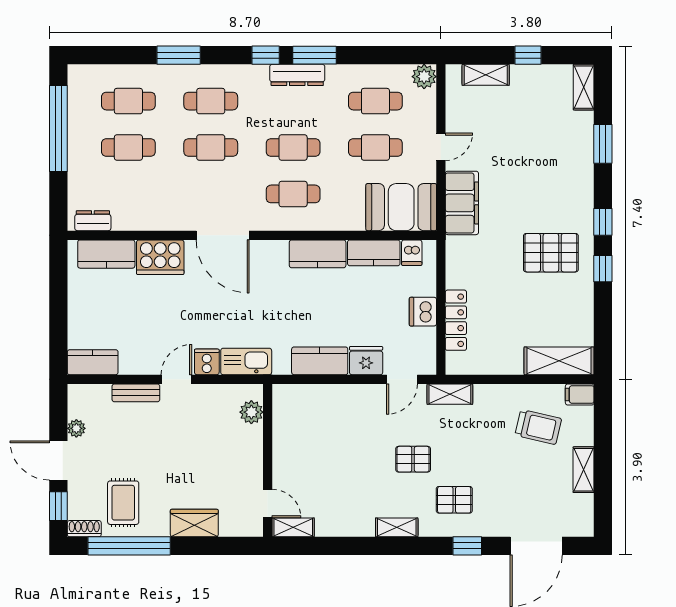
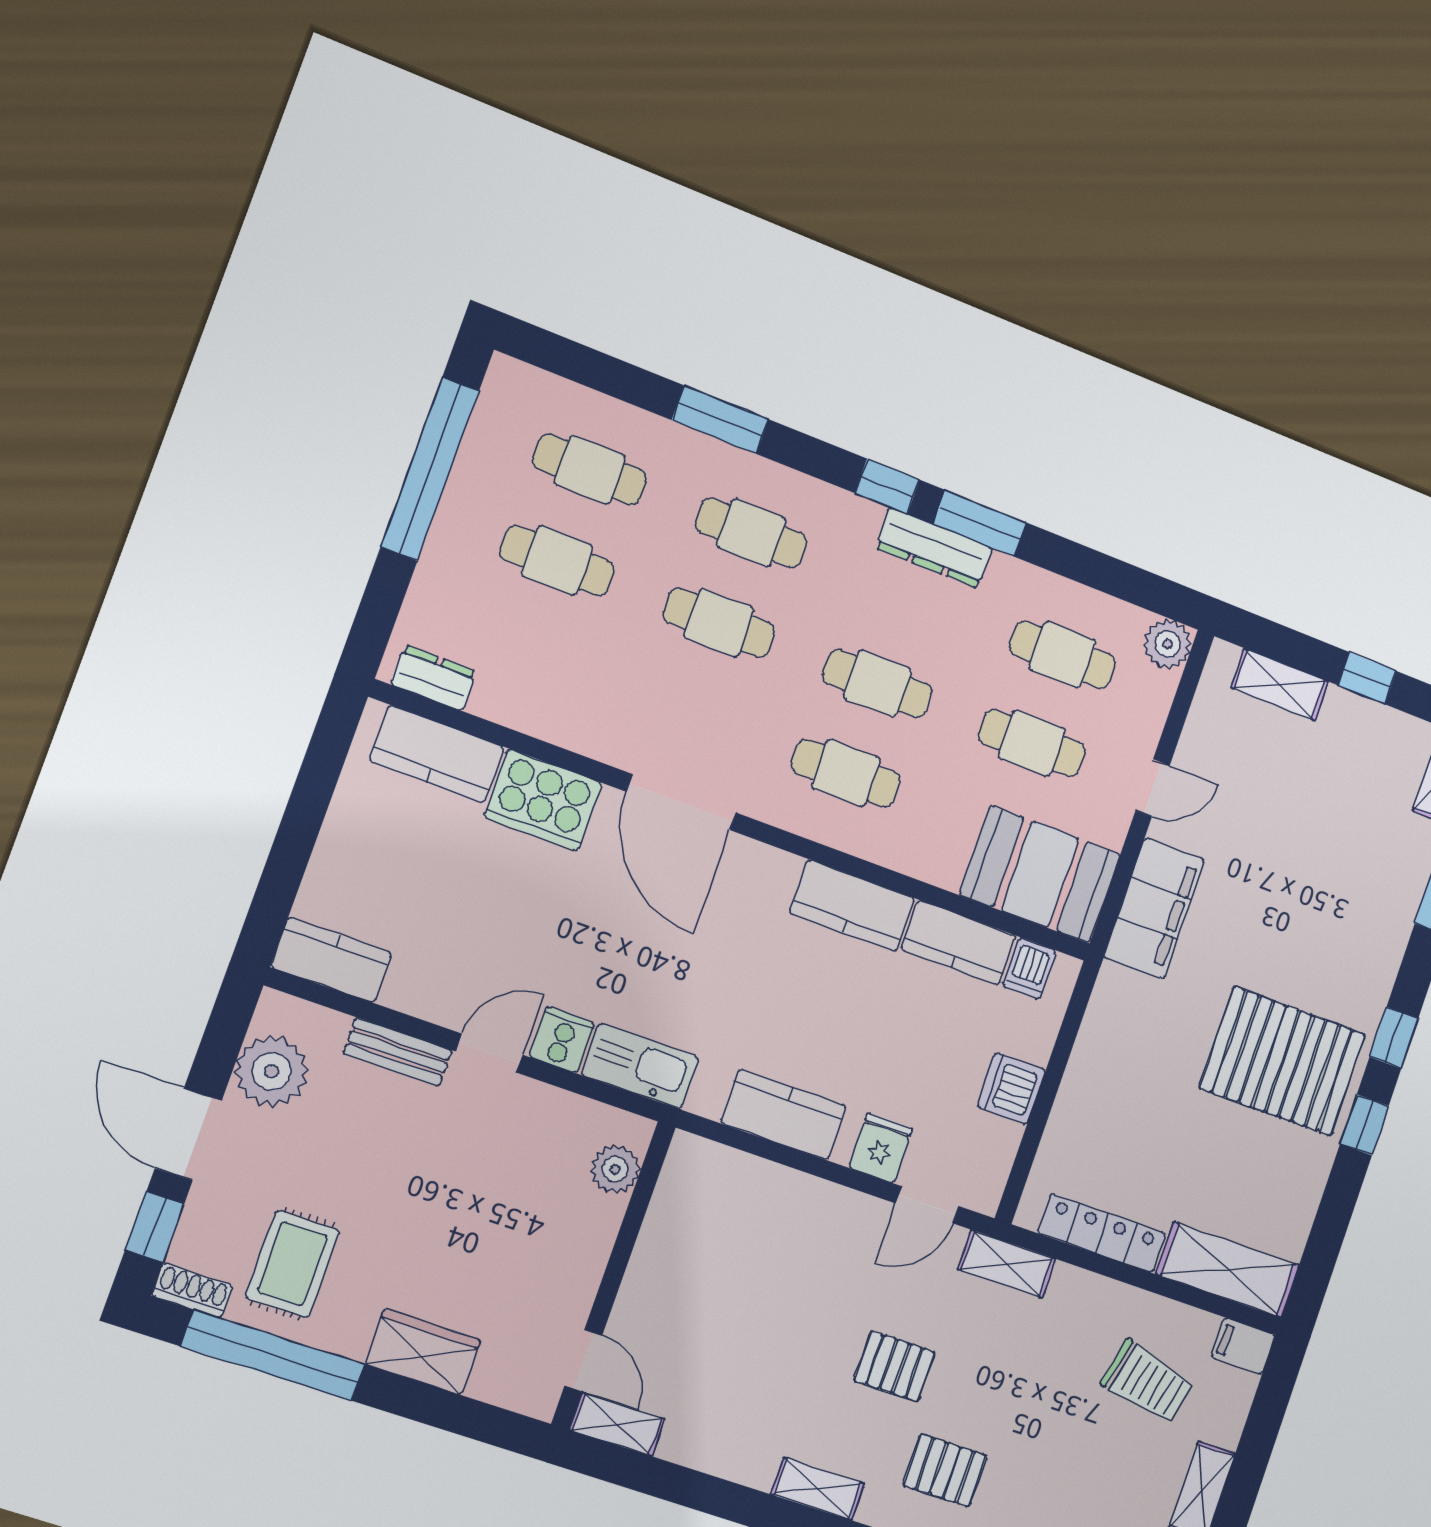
pallet: (551, 253) -> (1282, 1061), width x1.37, depth x1.41
locker: (456, 320) -> (1102, 1233), moved, turned -90
fridge: (366, 361) -> (881, 1148), width x0.72
plant: (76, 428) -> (272, 1071), width x1.88, depth x1.88

